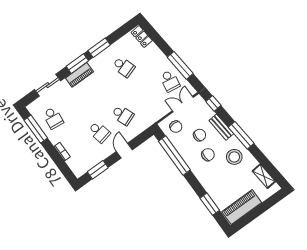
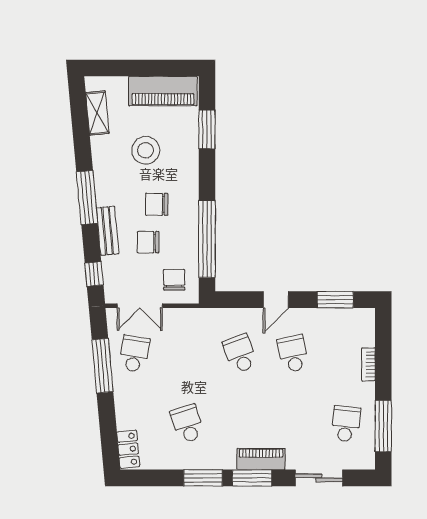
stool: (234, 157) -> (146, 150), moved

